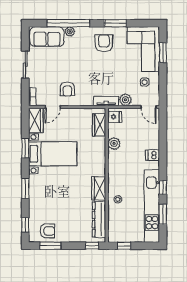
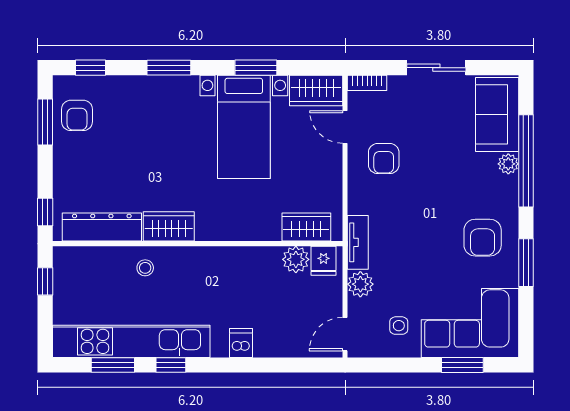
armchair: (104, 43) -> (483, 238), turned 90
armchair: (67, 89) -> (384, 159), turned -90
plant: (114, 143) -> (296, 259), moved

